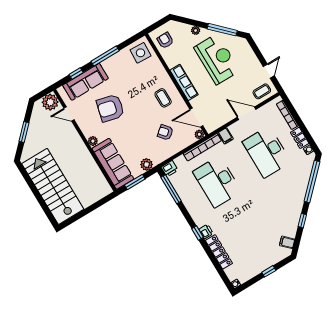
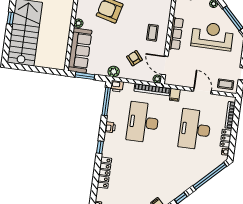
reception desk: (217, 59) -> (212, 36), turned -90
plant: (147, 164) -> (114, 72), moved
window: (31, 184) -> (10, 18), added
printer: (206, 231) -> (110, 127), moved

